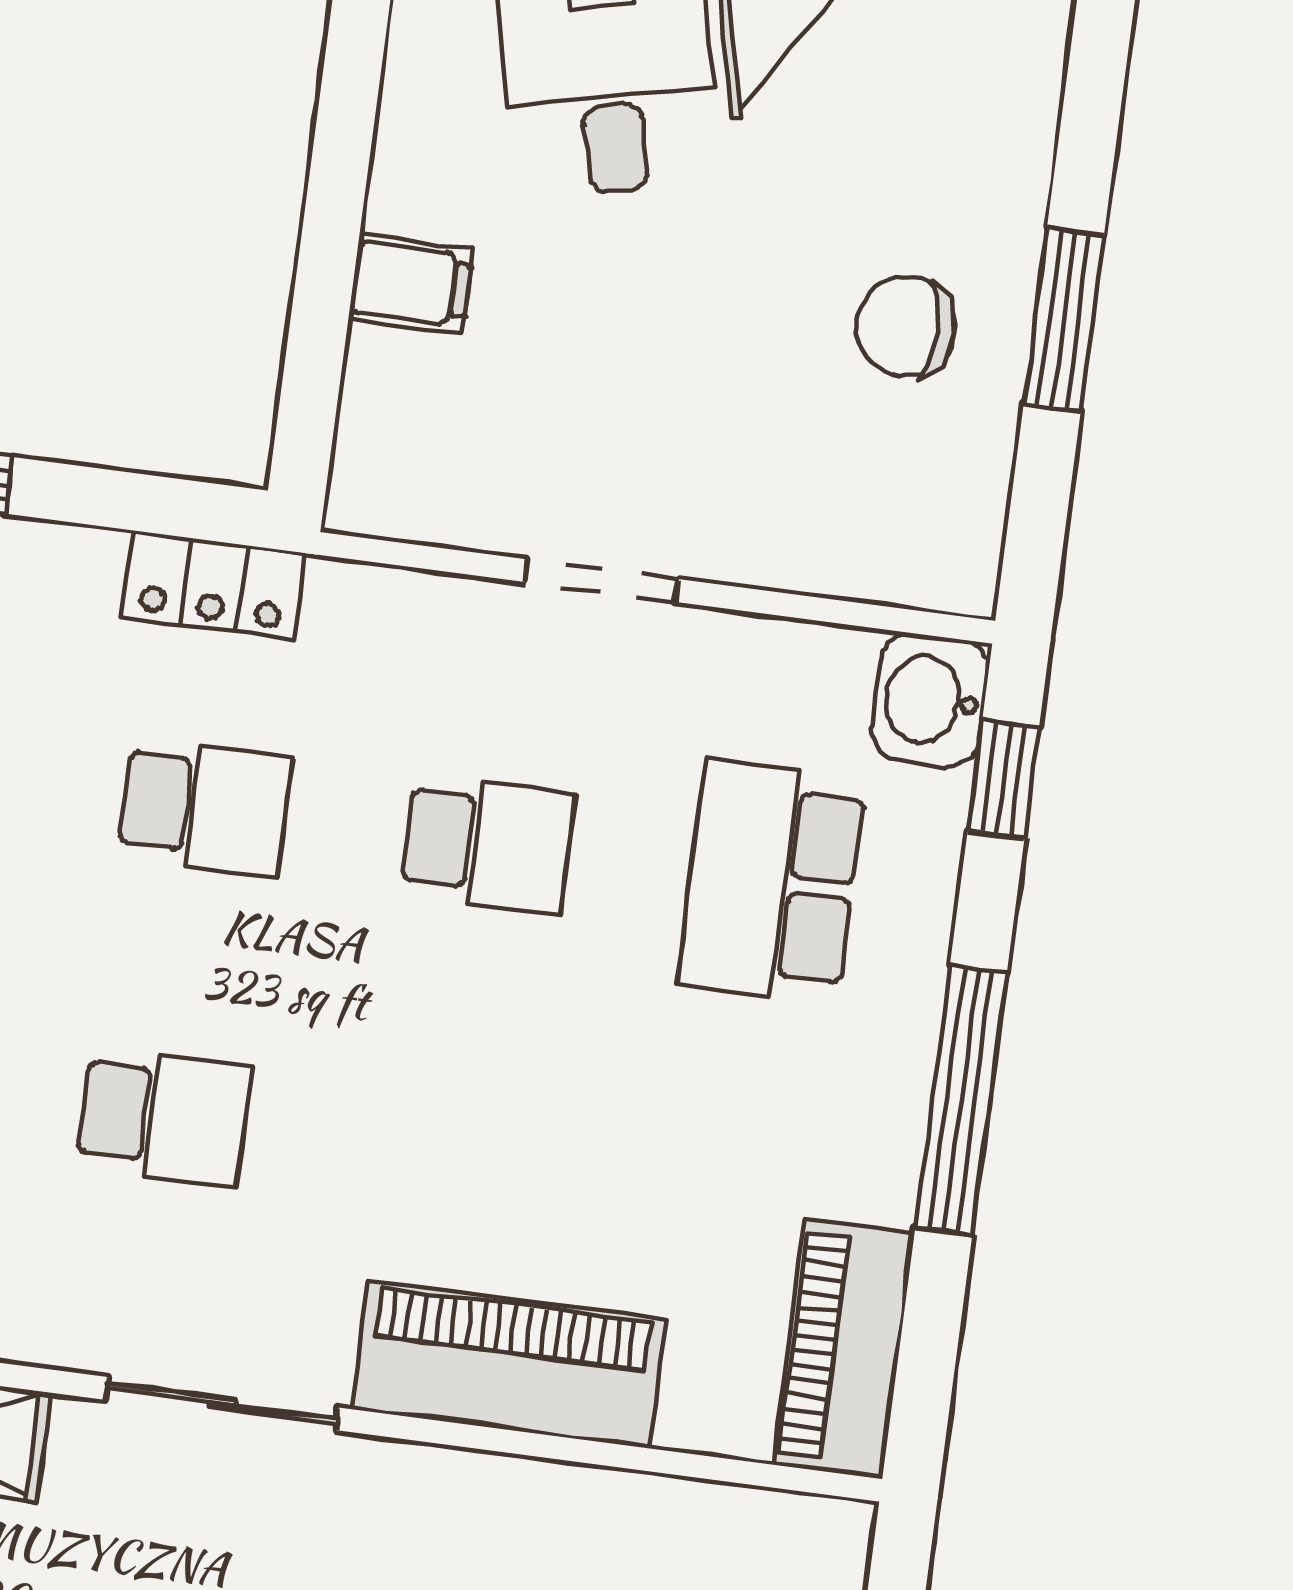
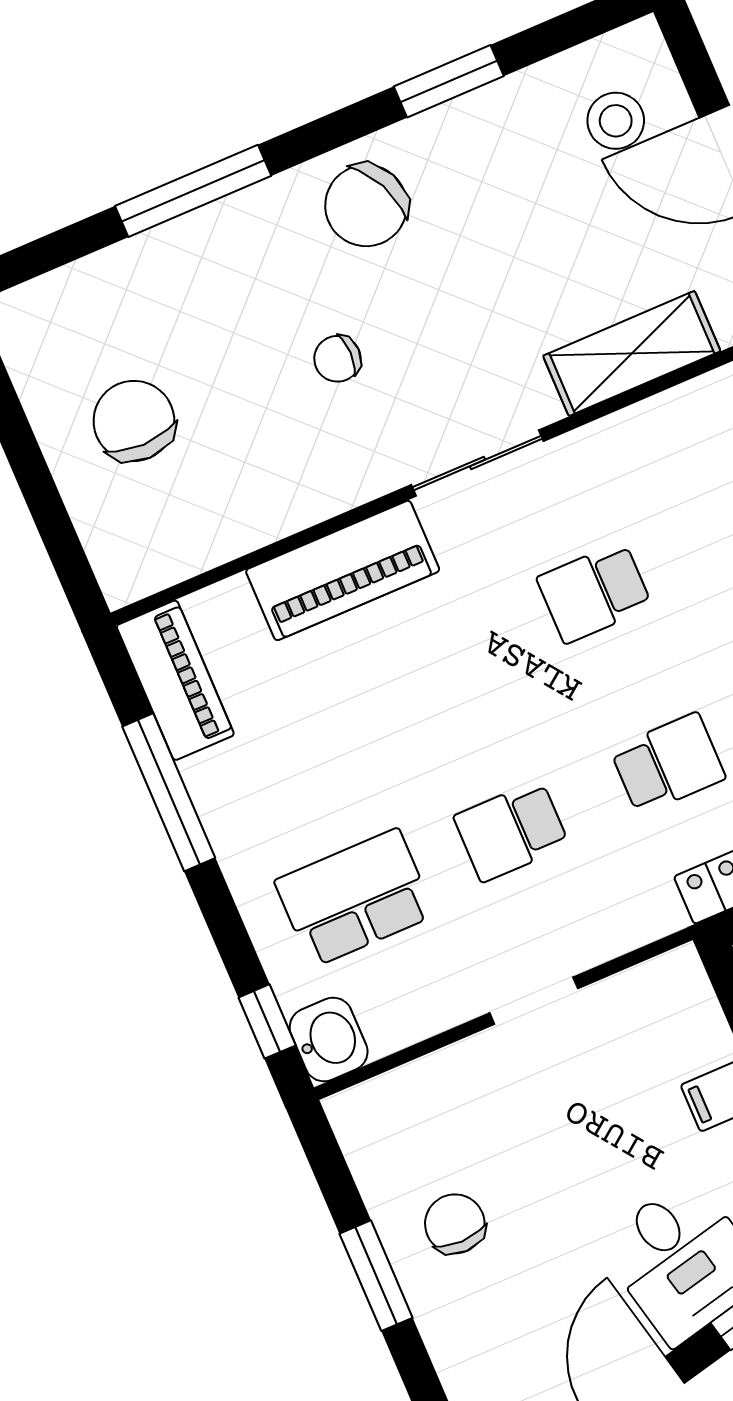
chair: (906, 326) -> (455, 1224), turned -90
school desk: (205, 807) -> (668, 764), turned 180
school desk: (771, 882) -> (355, 898), turned -90
window: (961, 1101) -> (169, 792), moved

